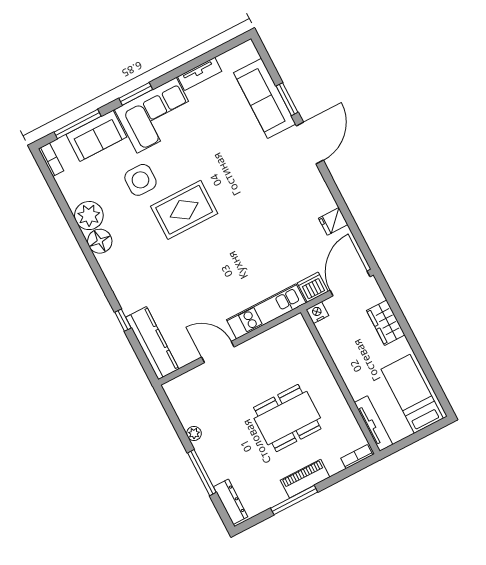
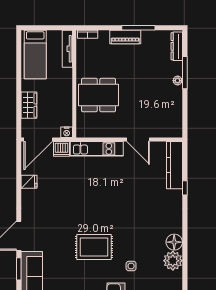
side table: (140, 180) -> (131, 266), width x0.54, depth x0.54
rug: (184, 210) -> (94, 247), moved
dining table: (287, 418) -> (99, 95), moved
plant: (194, 433) -> (178, 81), moved

